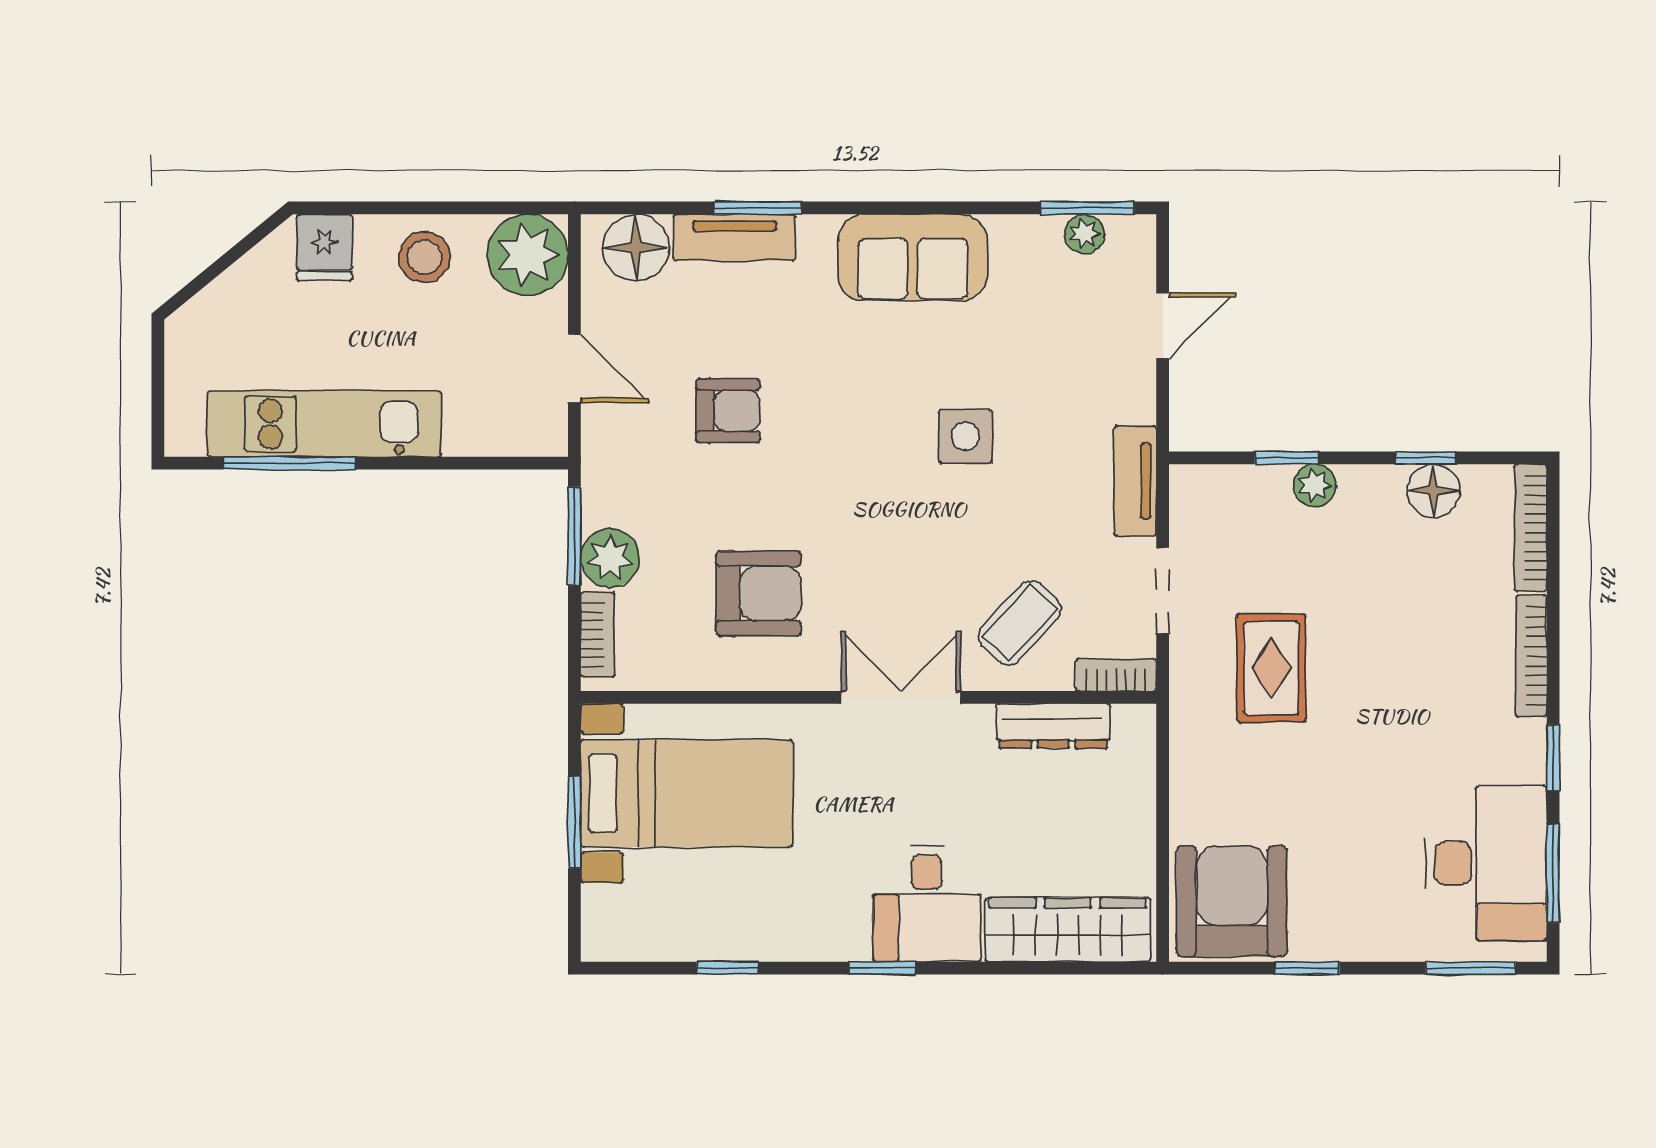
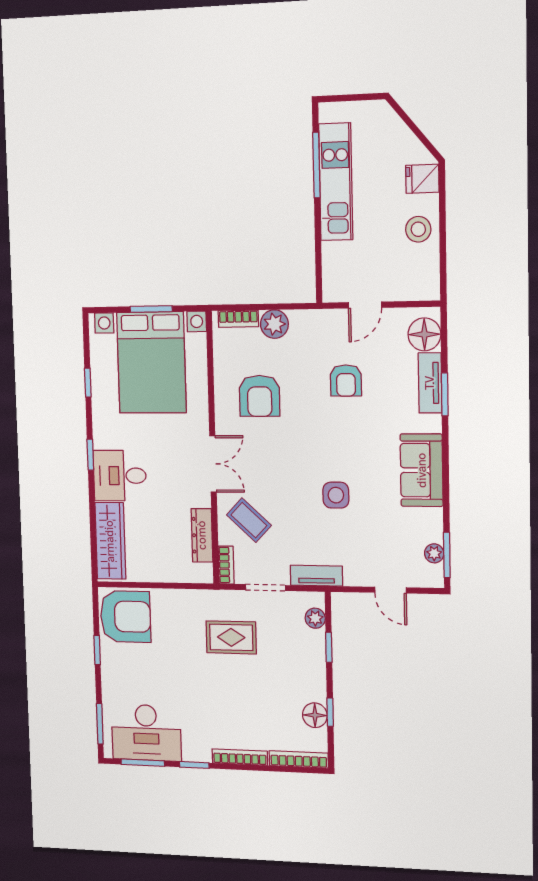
plant: (528, 255) -> (420, 281), removed
plant: (1315, 486) -> (315, 618), moved
window: (574, 536) -> (285, 307), removed
bed with nightstands: (687, 793) -> (151, 363), width x1.36

